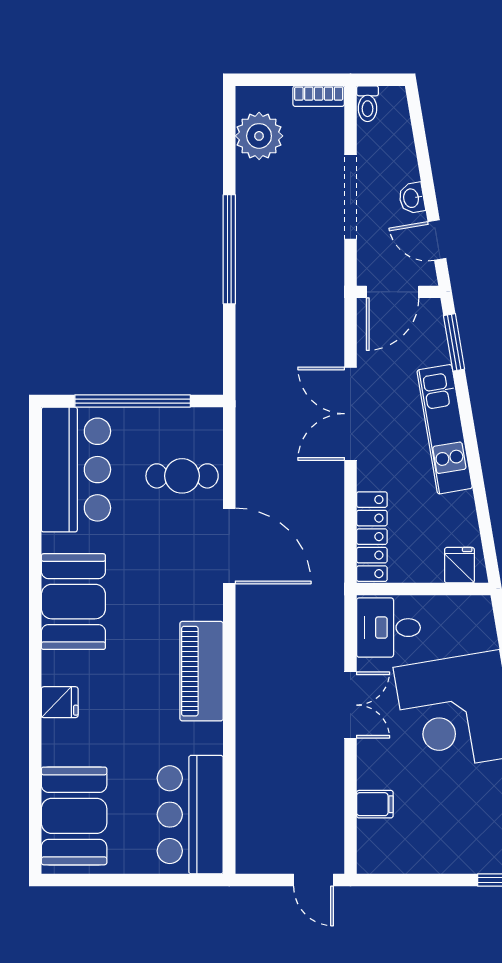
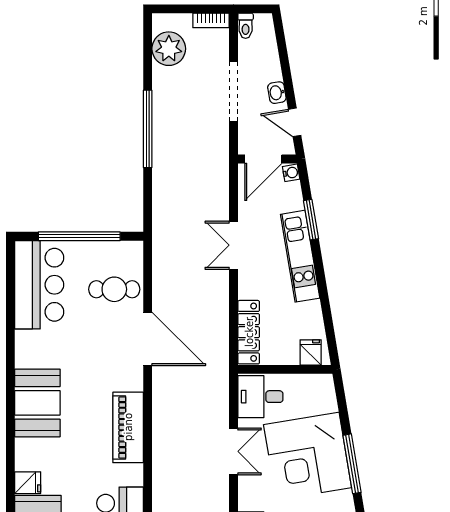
water cooler: (432, 311) -> (291, 173), added
window: (454, 342) -> (311, 220), moved
double door: (350, 414) -> (233, 245), width x0.73
booth: (73, 602) -> (37, 403), moved
fridge: (60, 702) -> (28, 483), moved

